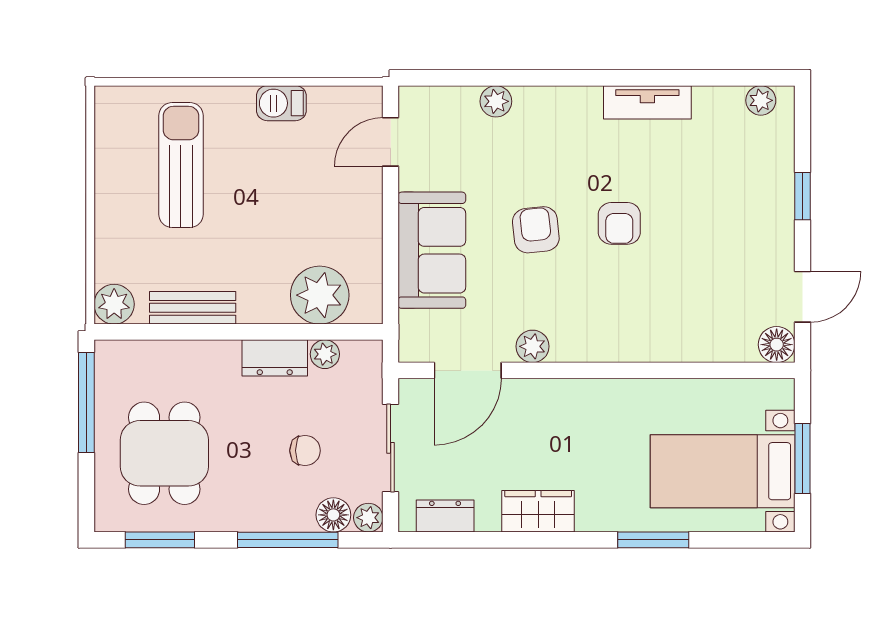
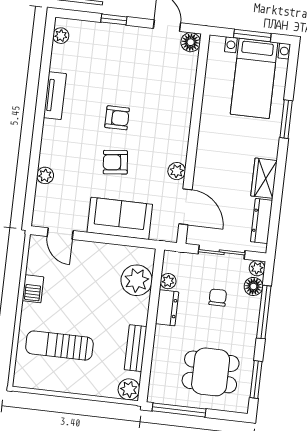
dresser: (445, 516) -> (262, 221), width x1.44

